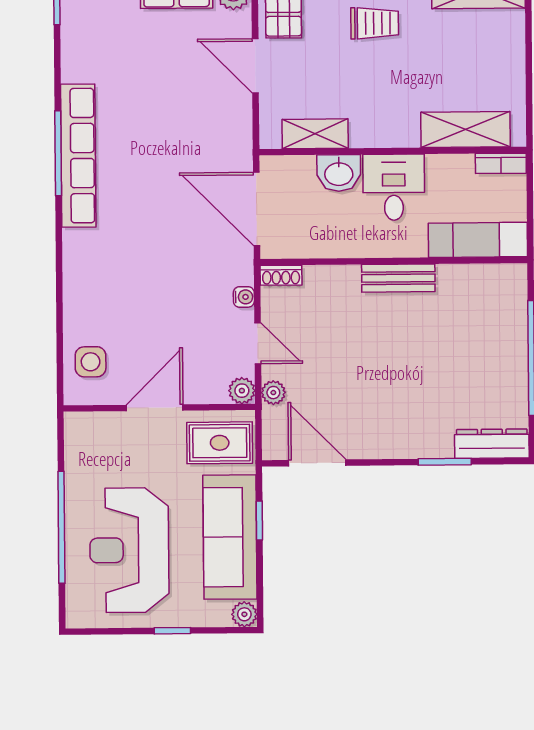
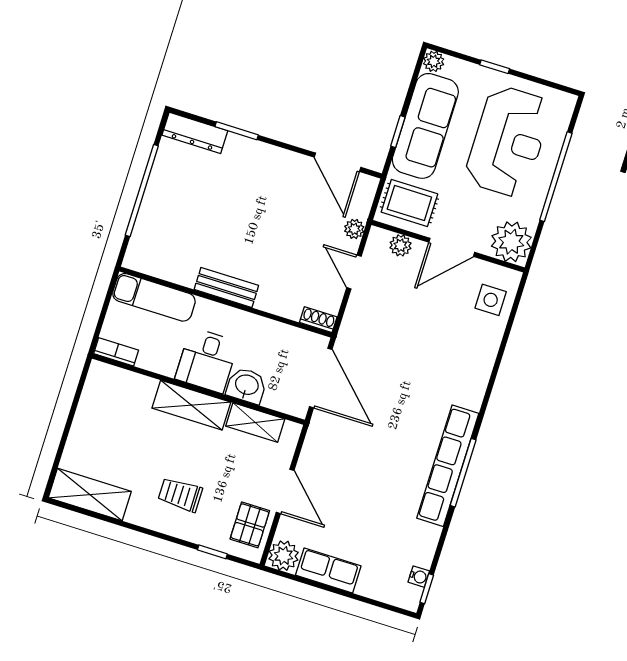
shelving: (465, 130) -> (191, 405), moved
water cooler: (244, 297) -> (419, 577), moved, turned 180
plant: (242, 391) -> (401, 245), moved
plant: (88, 436) -> (511, 242), added

